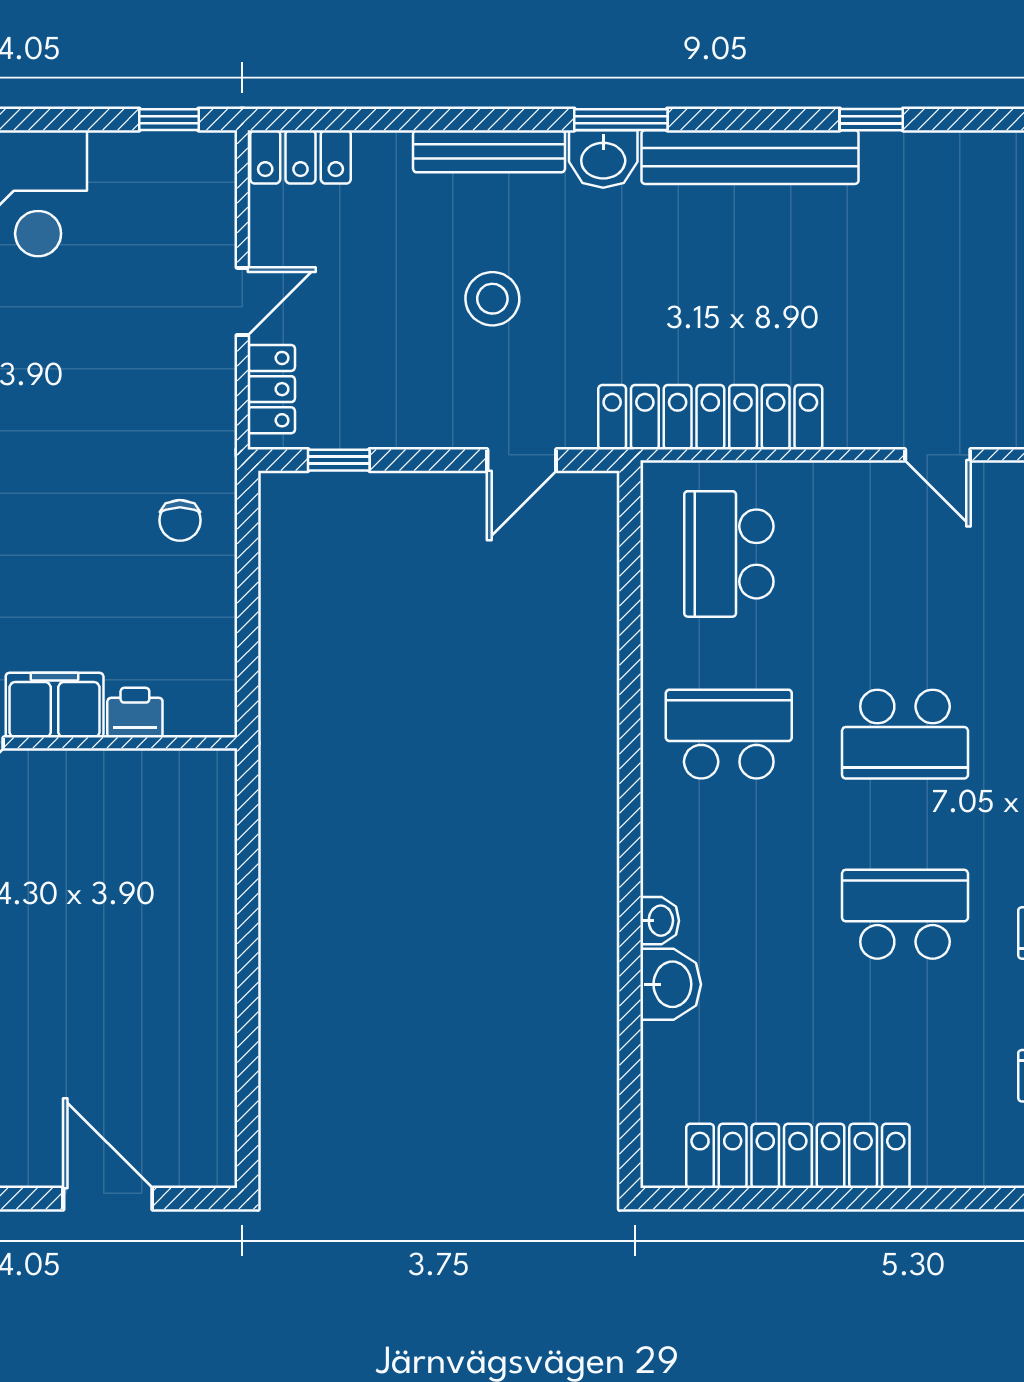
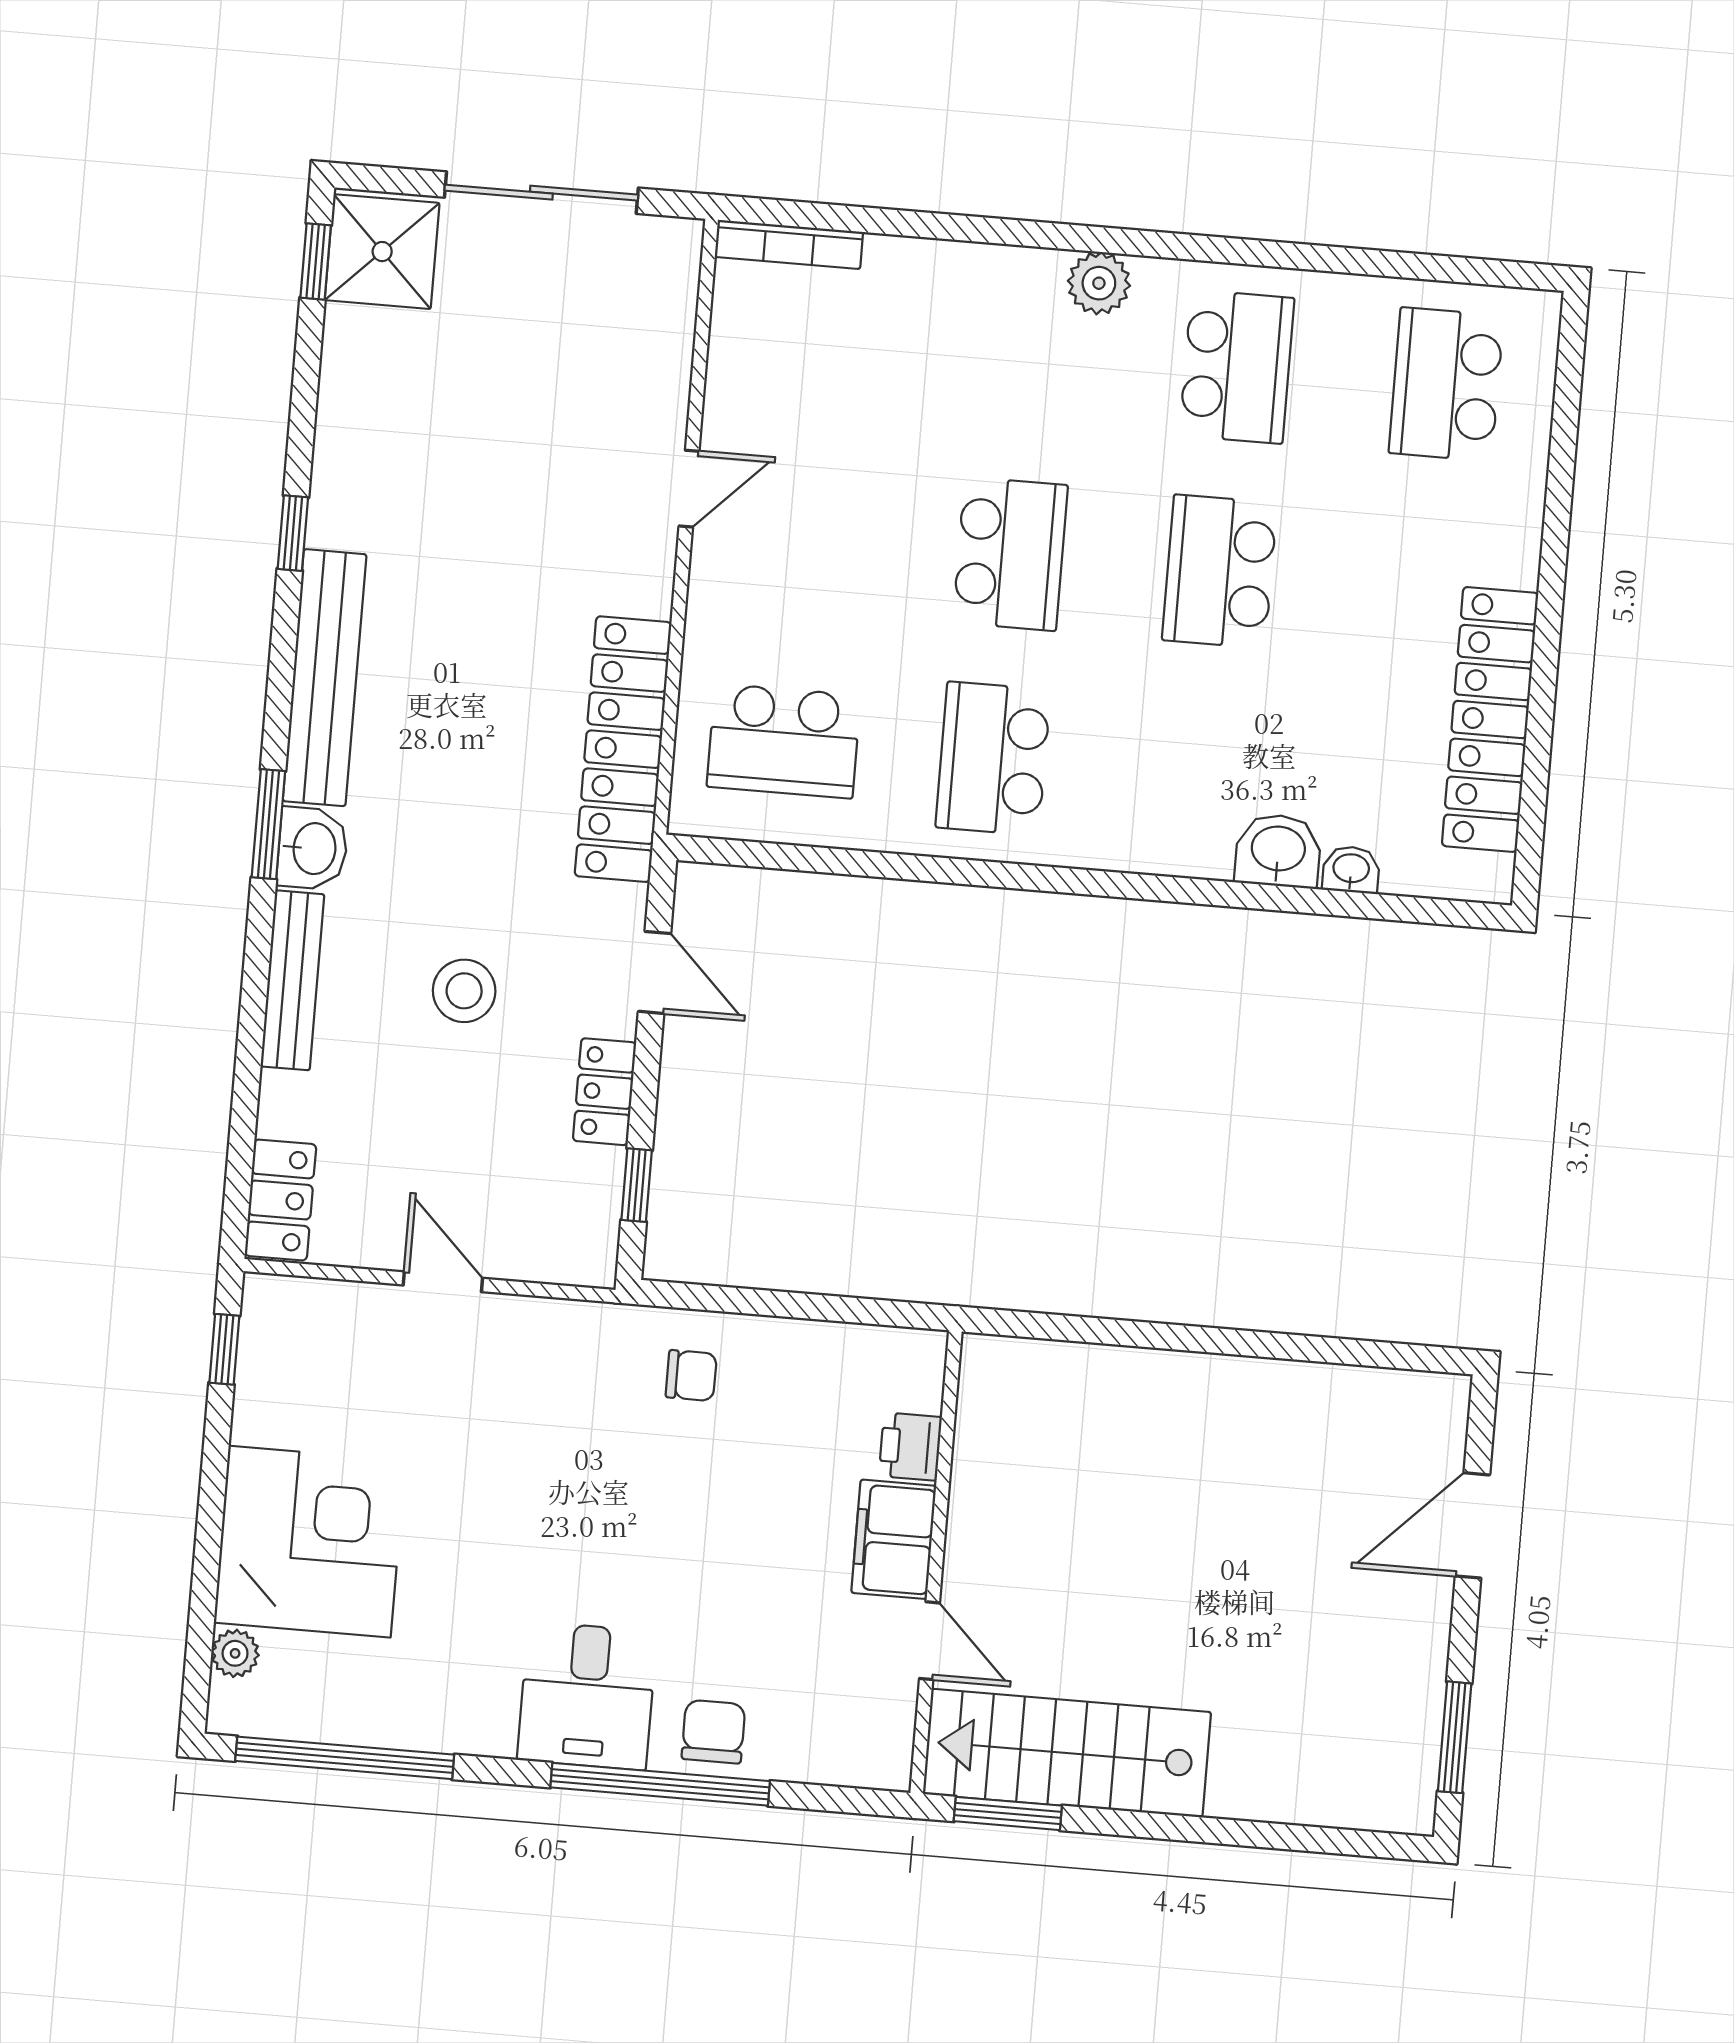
locker: (271, 389) -> (605, 1092), moved, turned -90
washbasin: (660, 921) -> (1351, 870), moved

